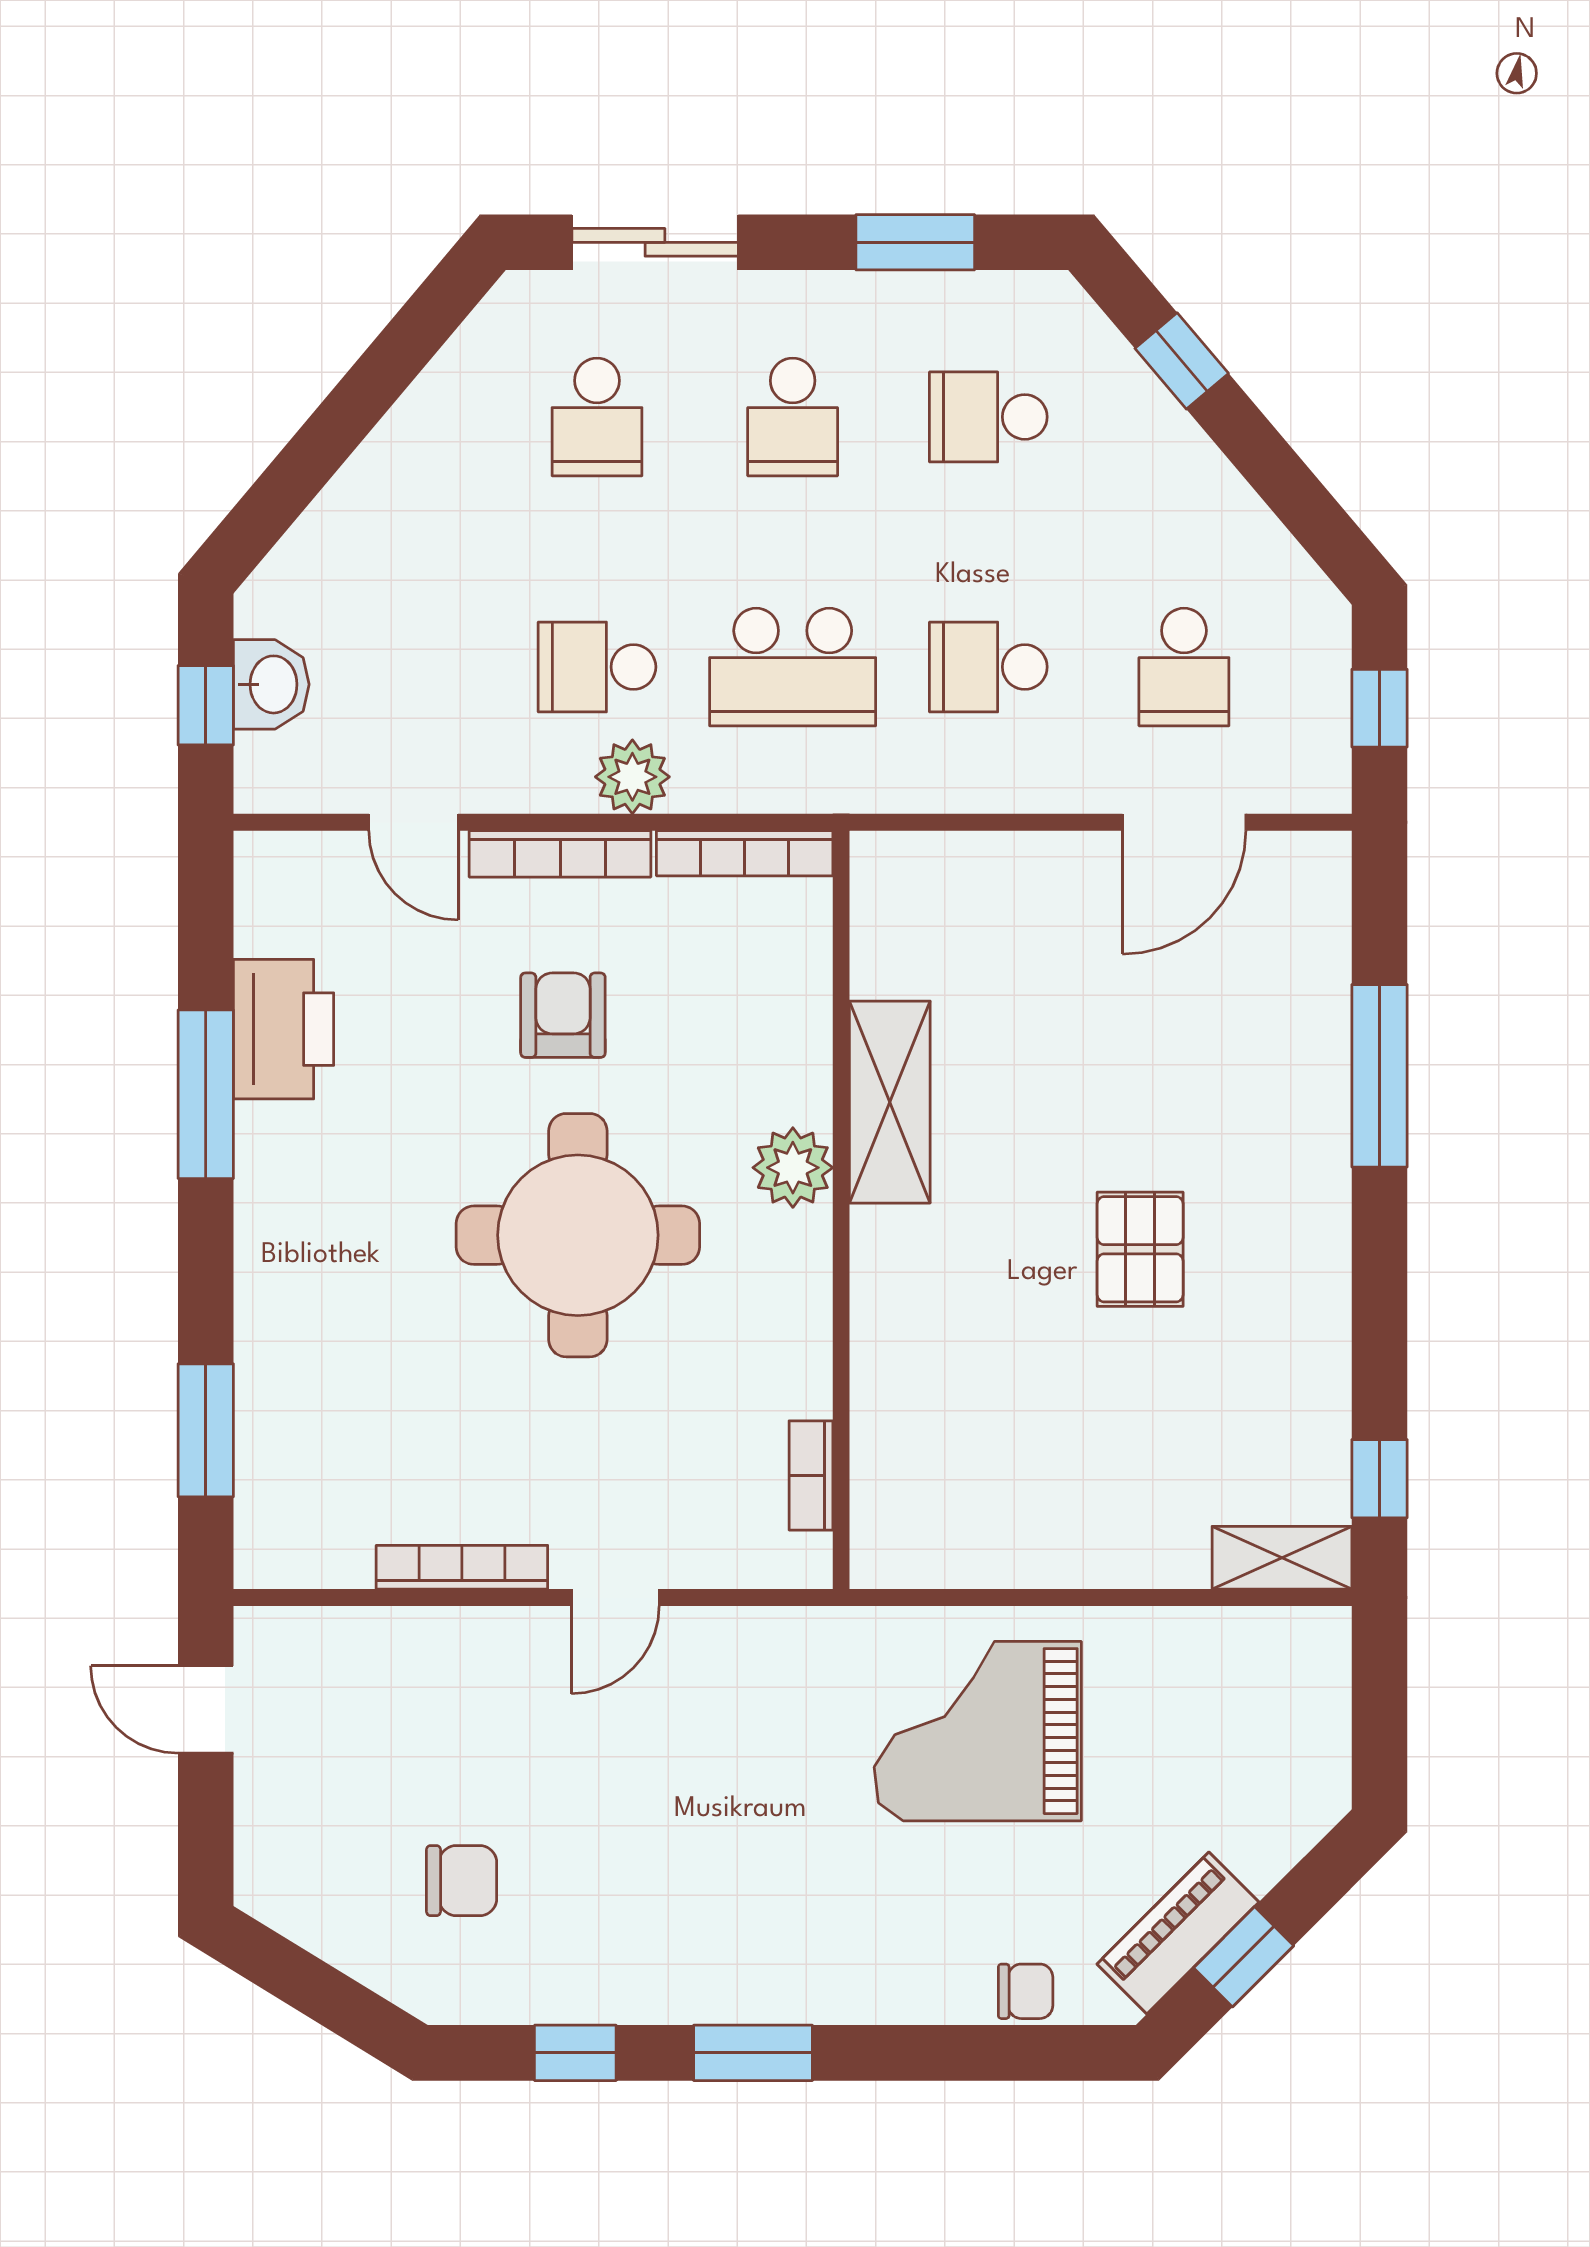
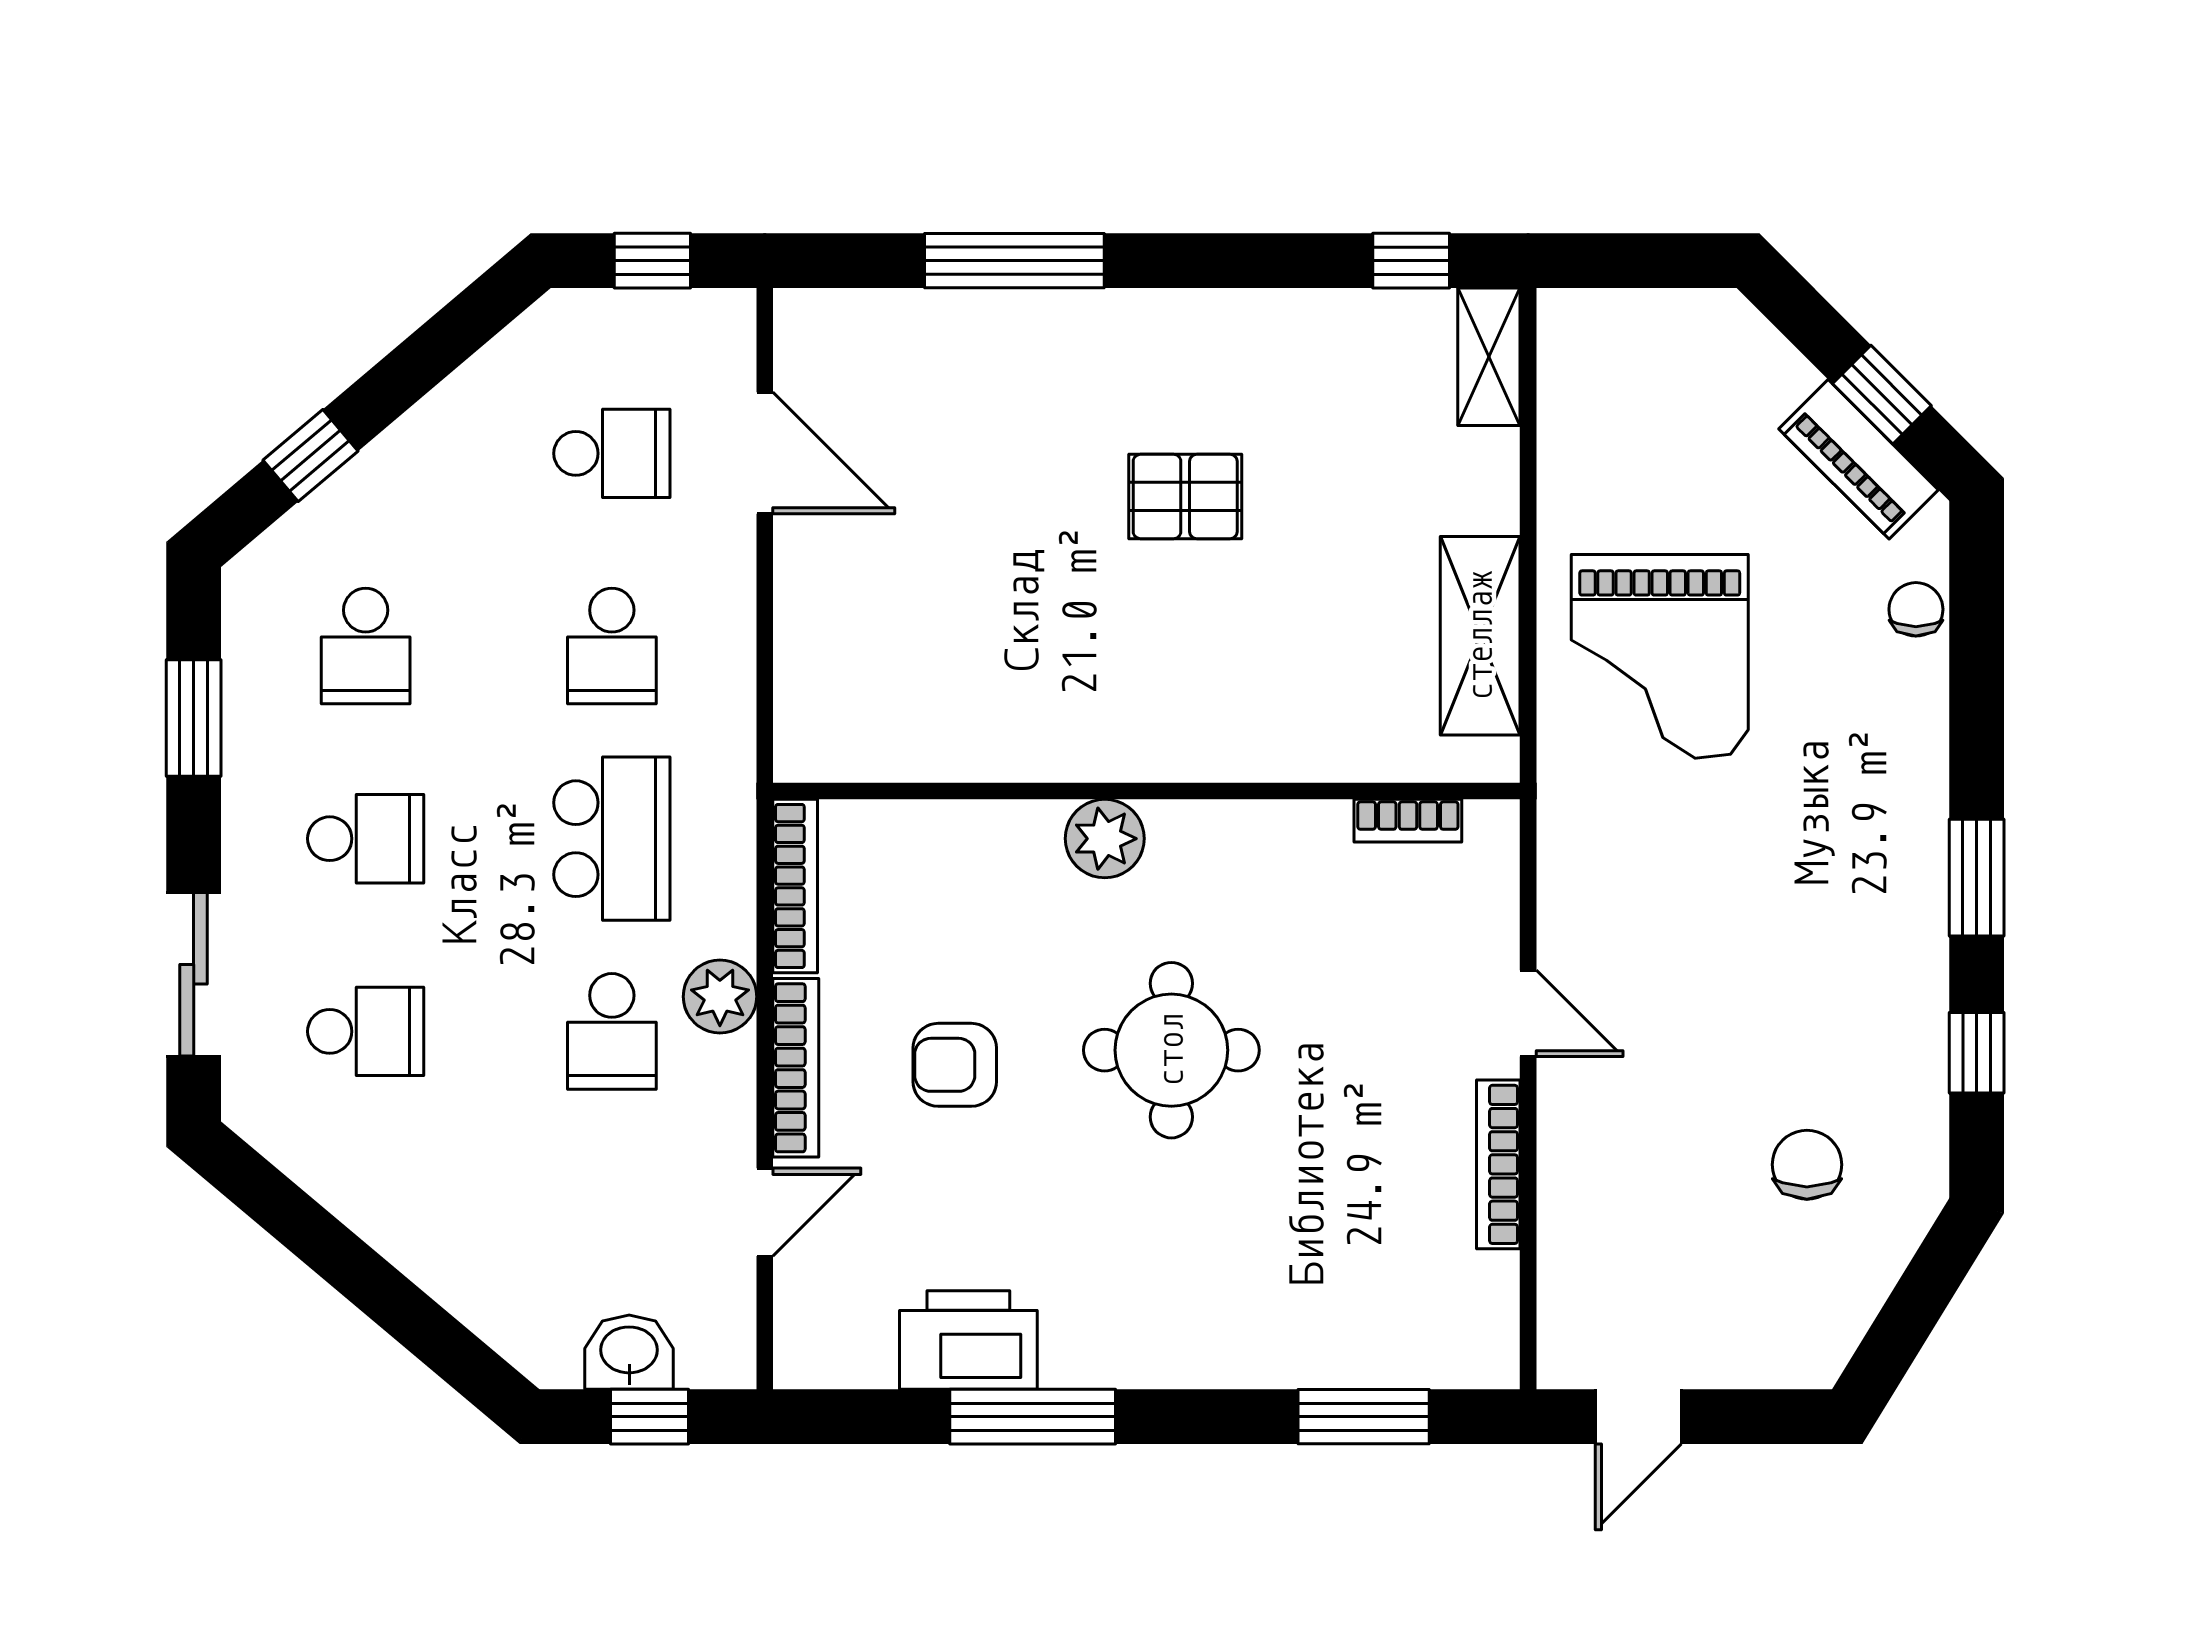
shelving: (890, 1102) -> (1480, 636), moved, turned 90
round table: (578, 1235) -> (1171, 1050), width x0.73, depth x0.73

